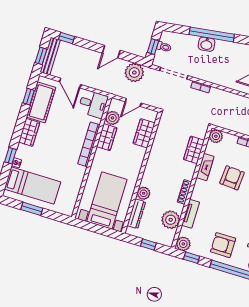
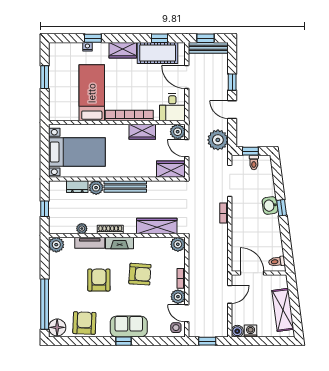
window: (212, 34) -> (282, 208), width x0.32
window: (66, 38) -> (232, 82), moved
door: (70, 83) -> (187, 77), hinge flipped
plant: (112, 118) -> (178, 132), moved
wardrobe: (144, 133) -> (171, 169), moved
wardrobe: (194, 150) -> (157, 226), width x1.50
bench: (150, 167) -> (125, 187), added
fireplace: (205, 167) -> (120, 243), moved
bed: (33, 185) -> (92, 93), moved, turned 180
dresser: (136, 214) -> (77, 187), width x0.70
plant: (171, 220) -> (82, 229), width x0.53, depth x0.53
armchair: (223, 245) -> (99, 280), moved
window: (192, 258) -> (45, 258), removed

